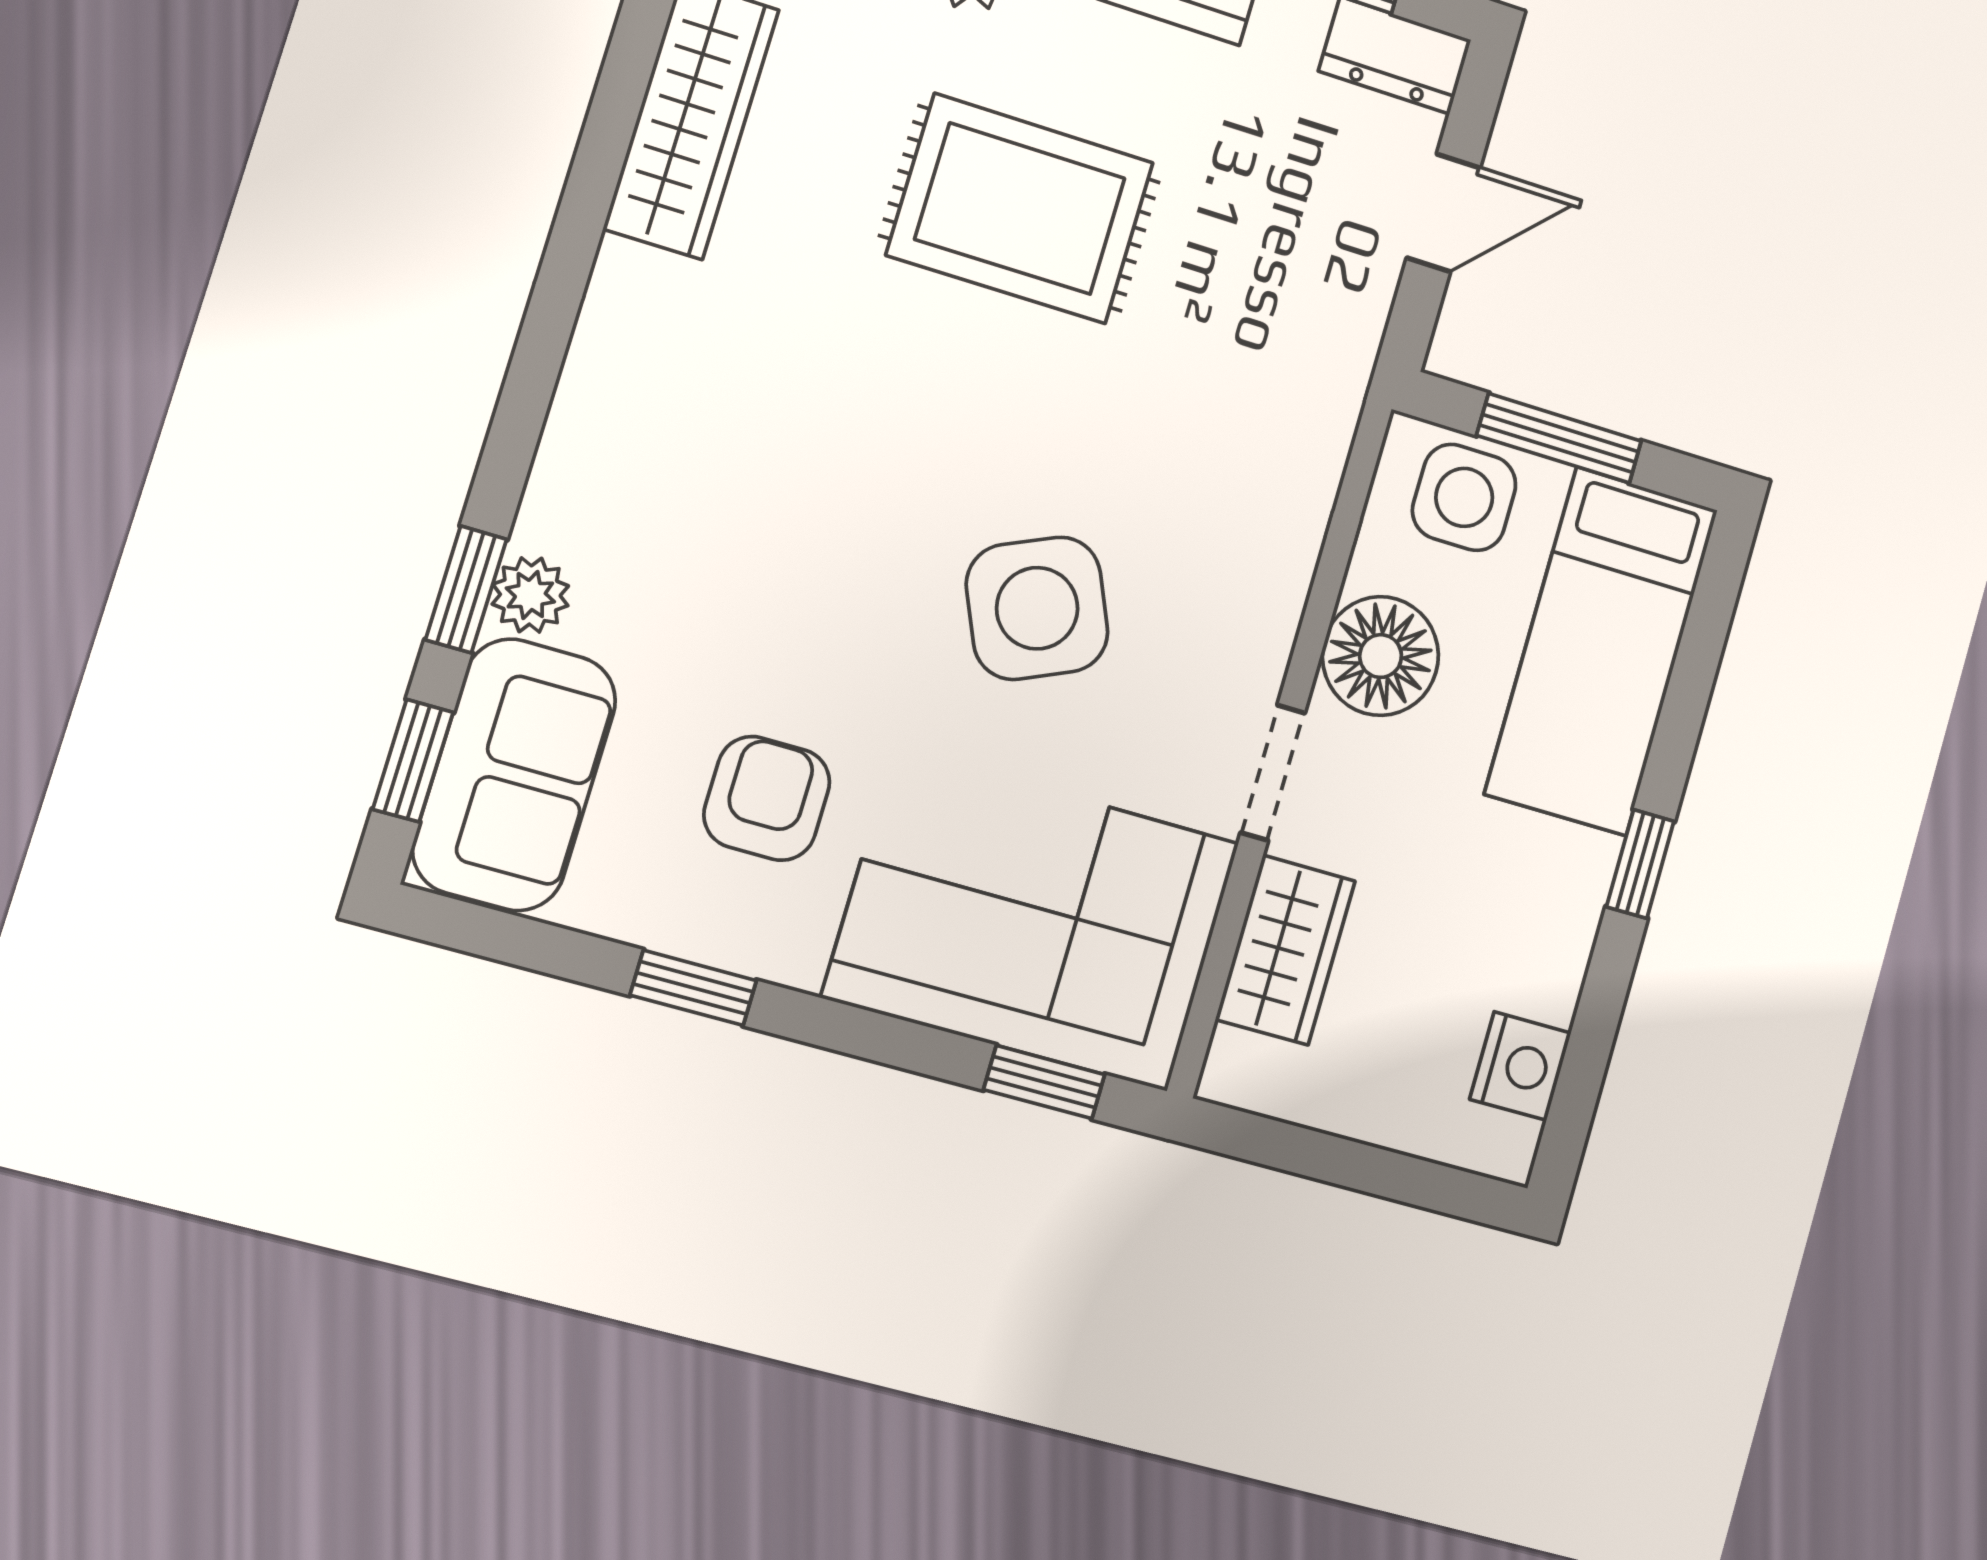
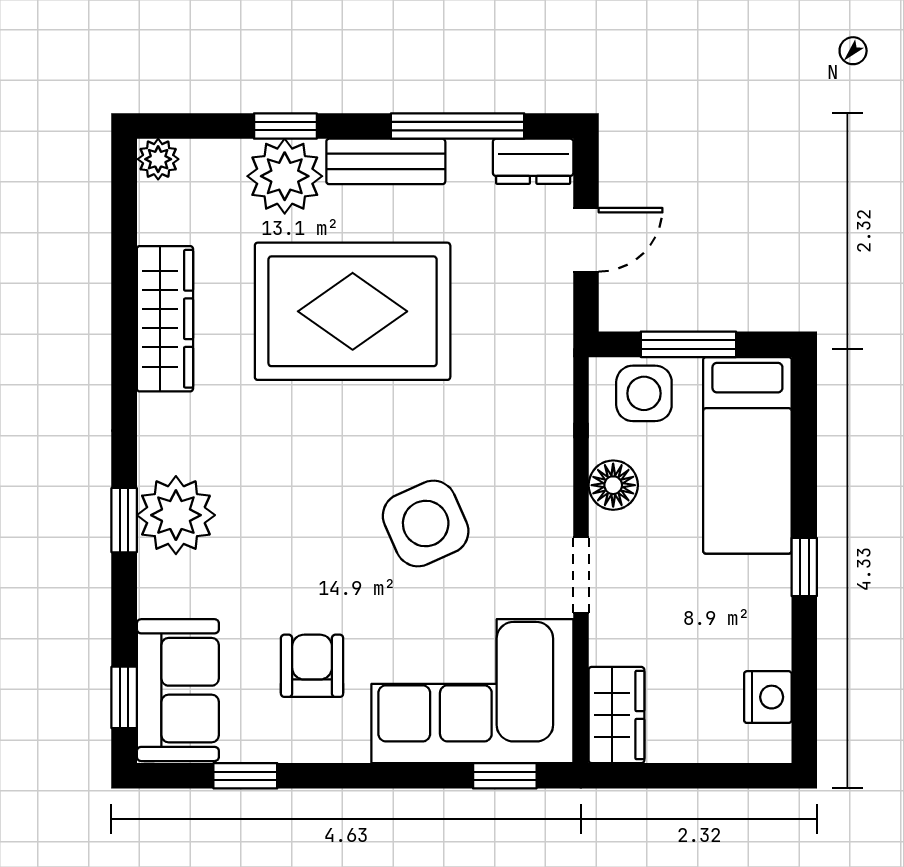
rug: (1020, 209) -> (353, 311), width x1.37, depth x1.44
window: (466, 589) -> (124, 520), moved
plant: (530, 595) -> (176, 515), moved, width x1.87, depth x1.87
floor lamp: (1381, 656) -> (613, 485), width x0.73, depth x0.73
wardrobe: (1285, 950) -> (616, 715), moved
window: (693, 988) -> (245, 776), moved

